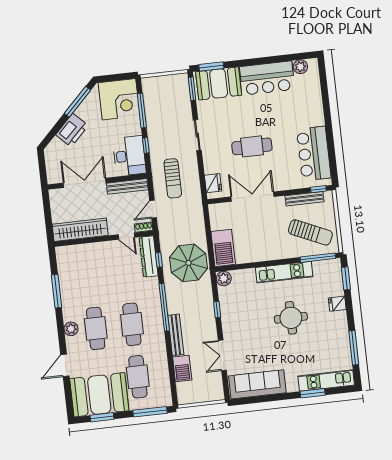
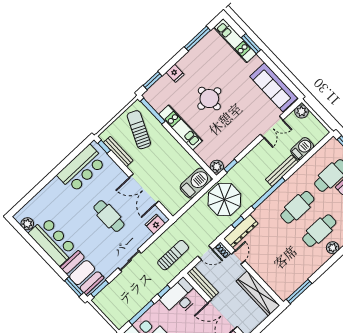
window: (56, 291) -> (299, 291), moved
window: (217, 309) -> (231, 166), moved
plant: (216, 393) -> (302, 111), added

